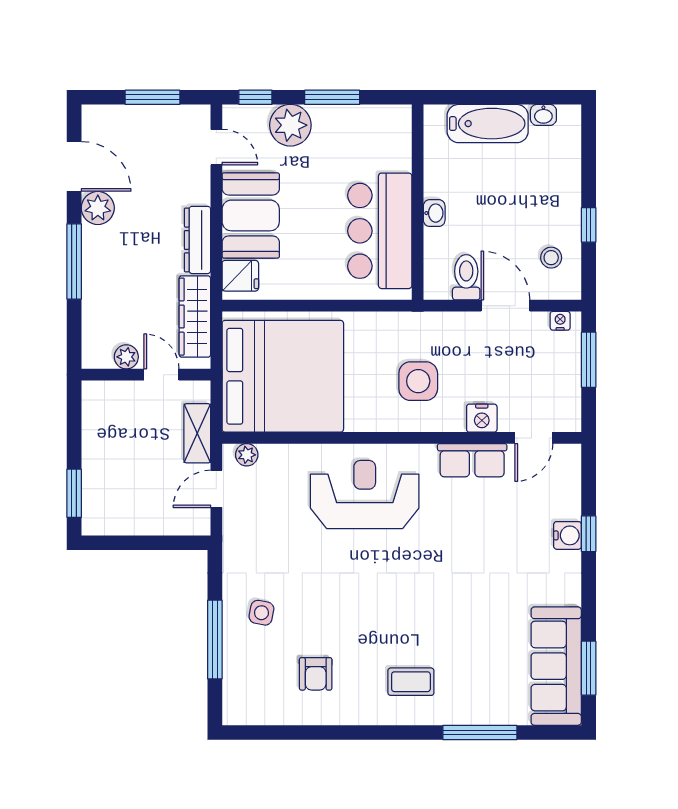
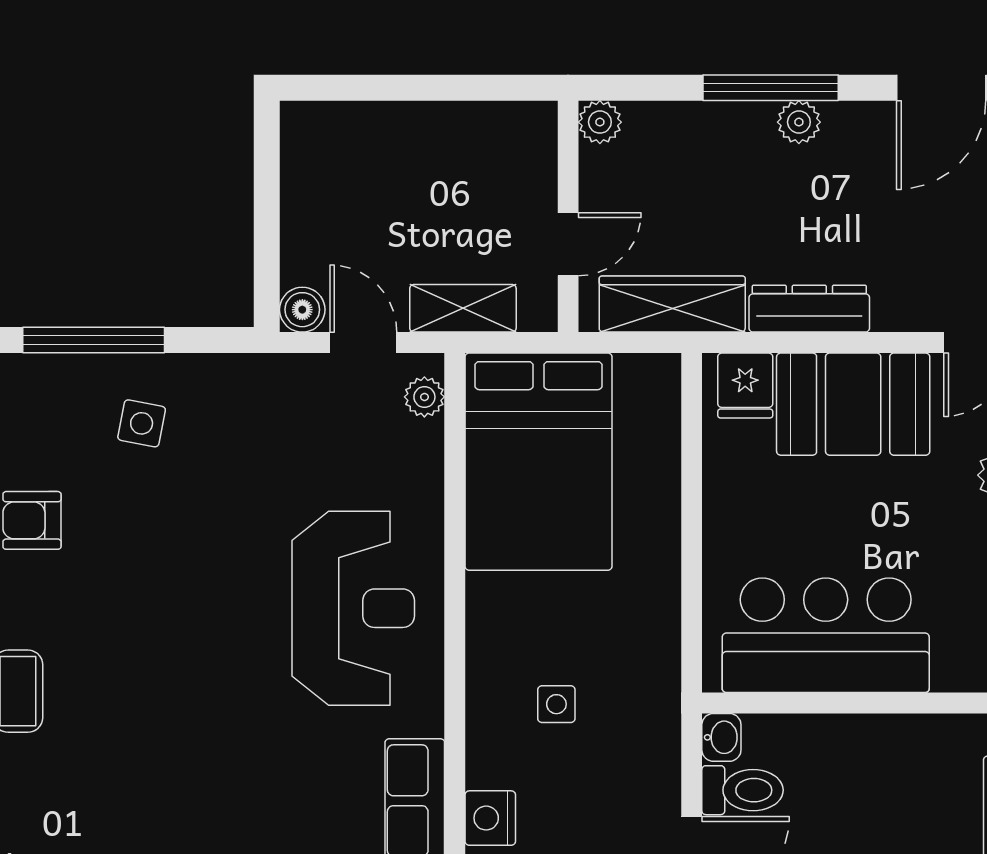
plant: (98, 208) -> (799, 122), moved, width x0.73, depth x0.73
washbasin: (434, 213) -> (721, 737), moved, turned -90
plant: (126, 357) -> (600, 122), moved
bed: (283, 376) -> (538, 462), width x0.73
side table: (418, 381) -> (556, 704), width x0.54, depth x0.54
window: (74, 493) -> (356, 88), removed
boiler: (198, 523) -> (302, 310), added

